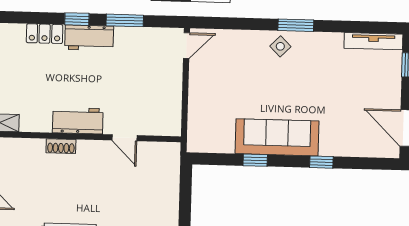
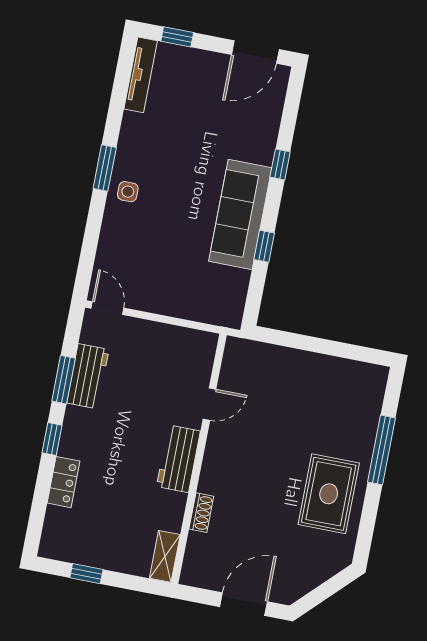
workbench: (89, 38) -> (88, 376), moved
side table: (280, 46) -> (128, 192), turned 45
shoe rack: (61, 146) -> (201, 513), moved

